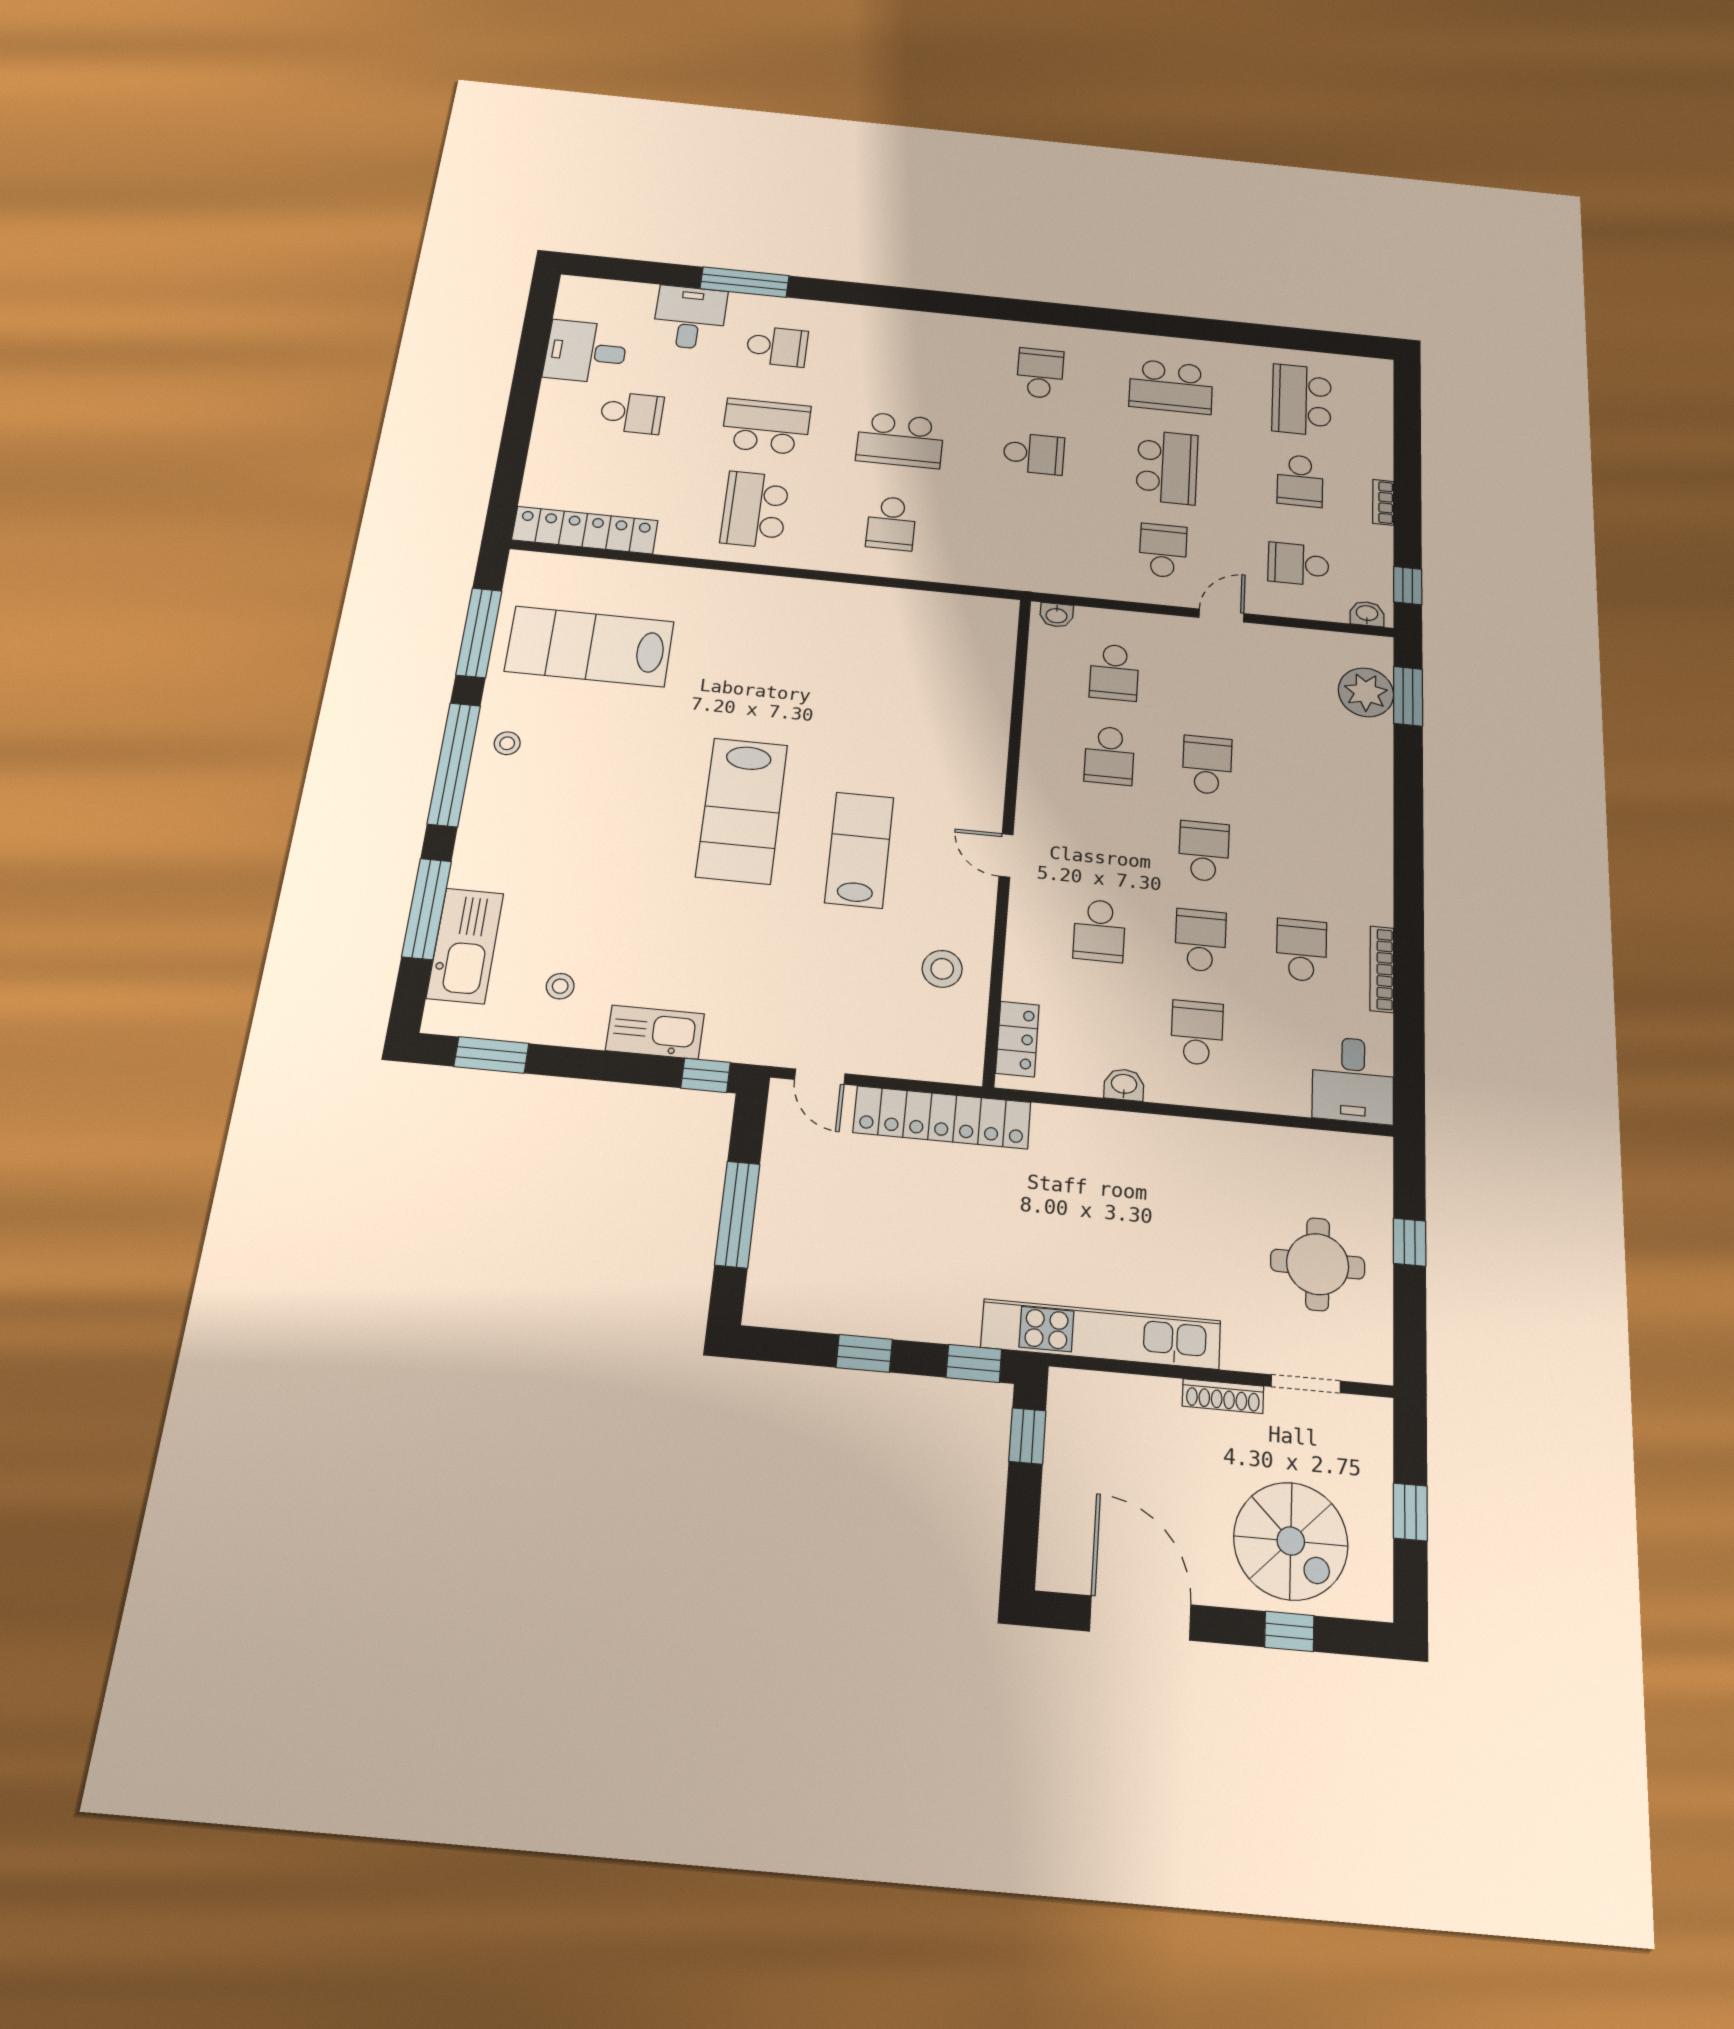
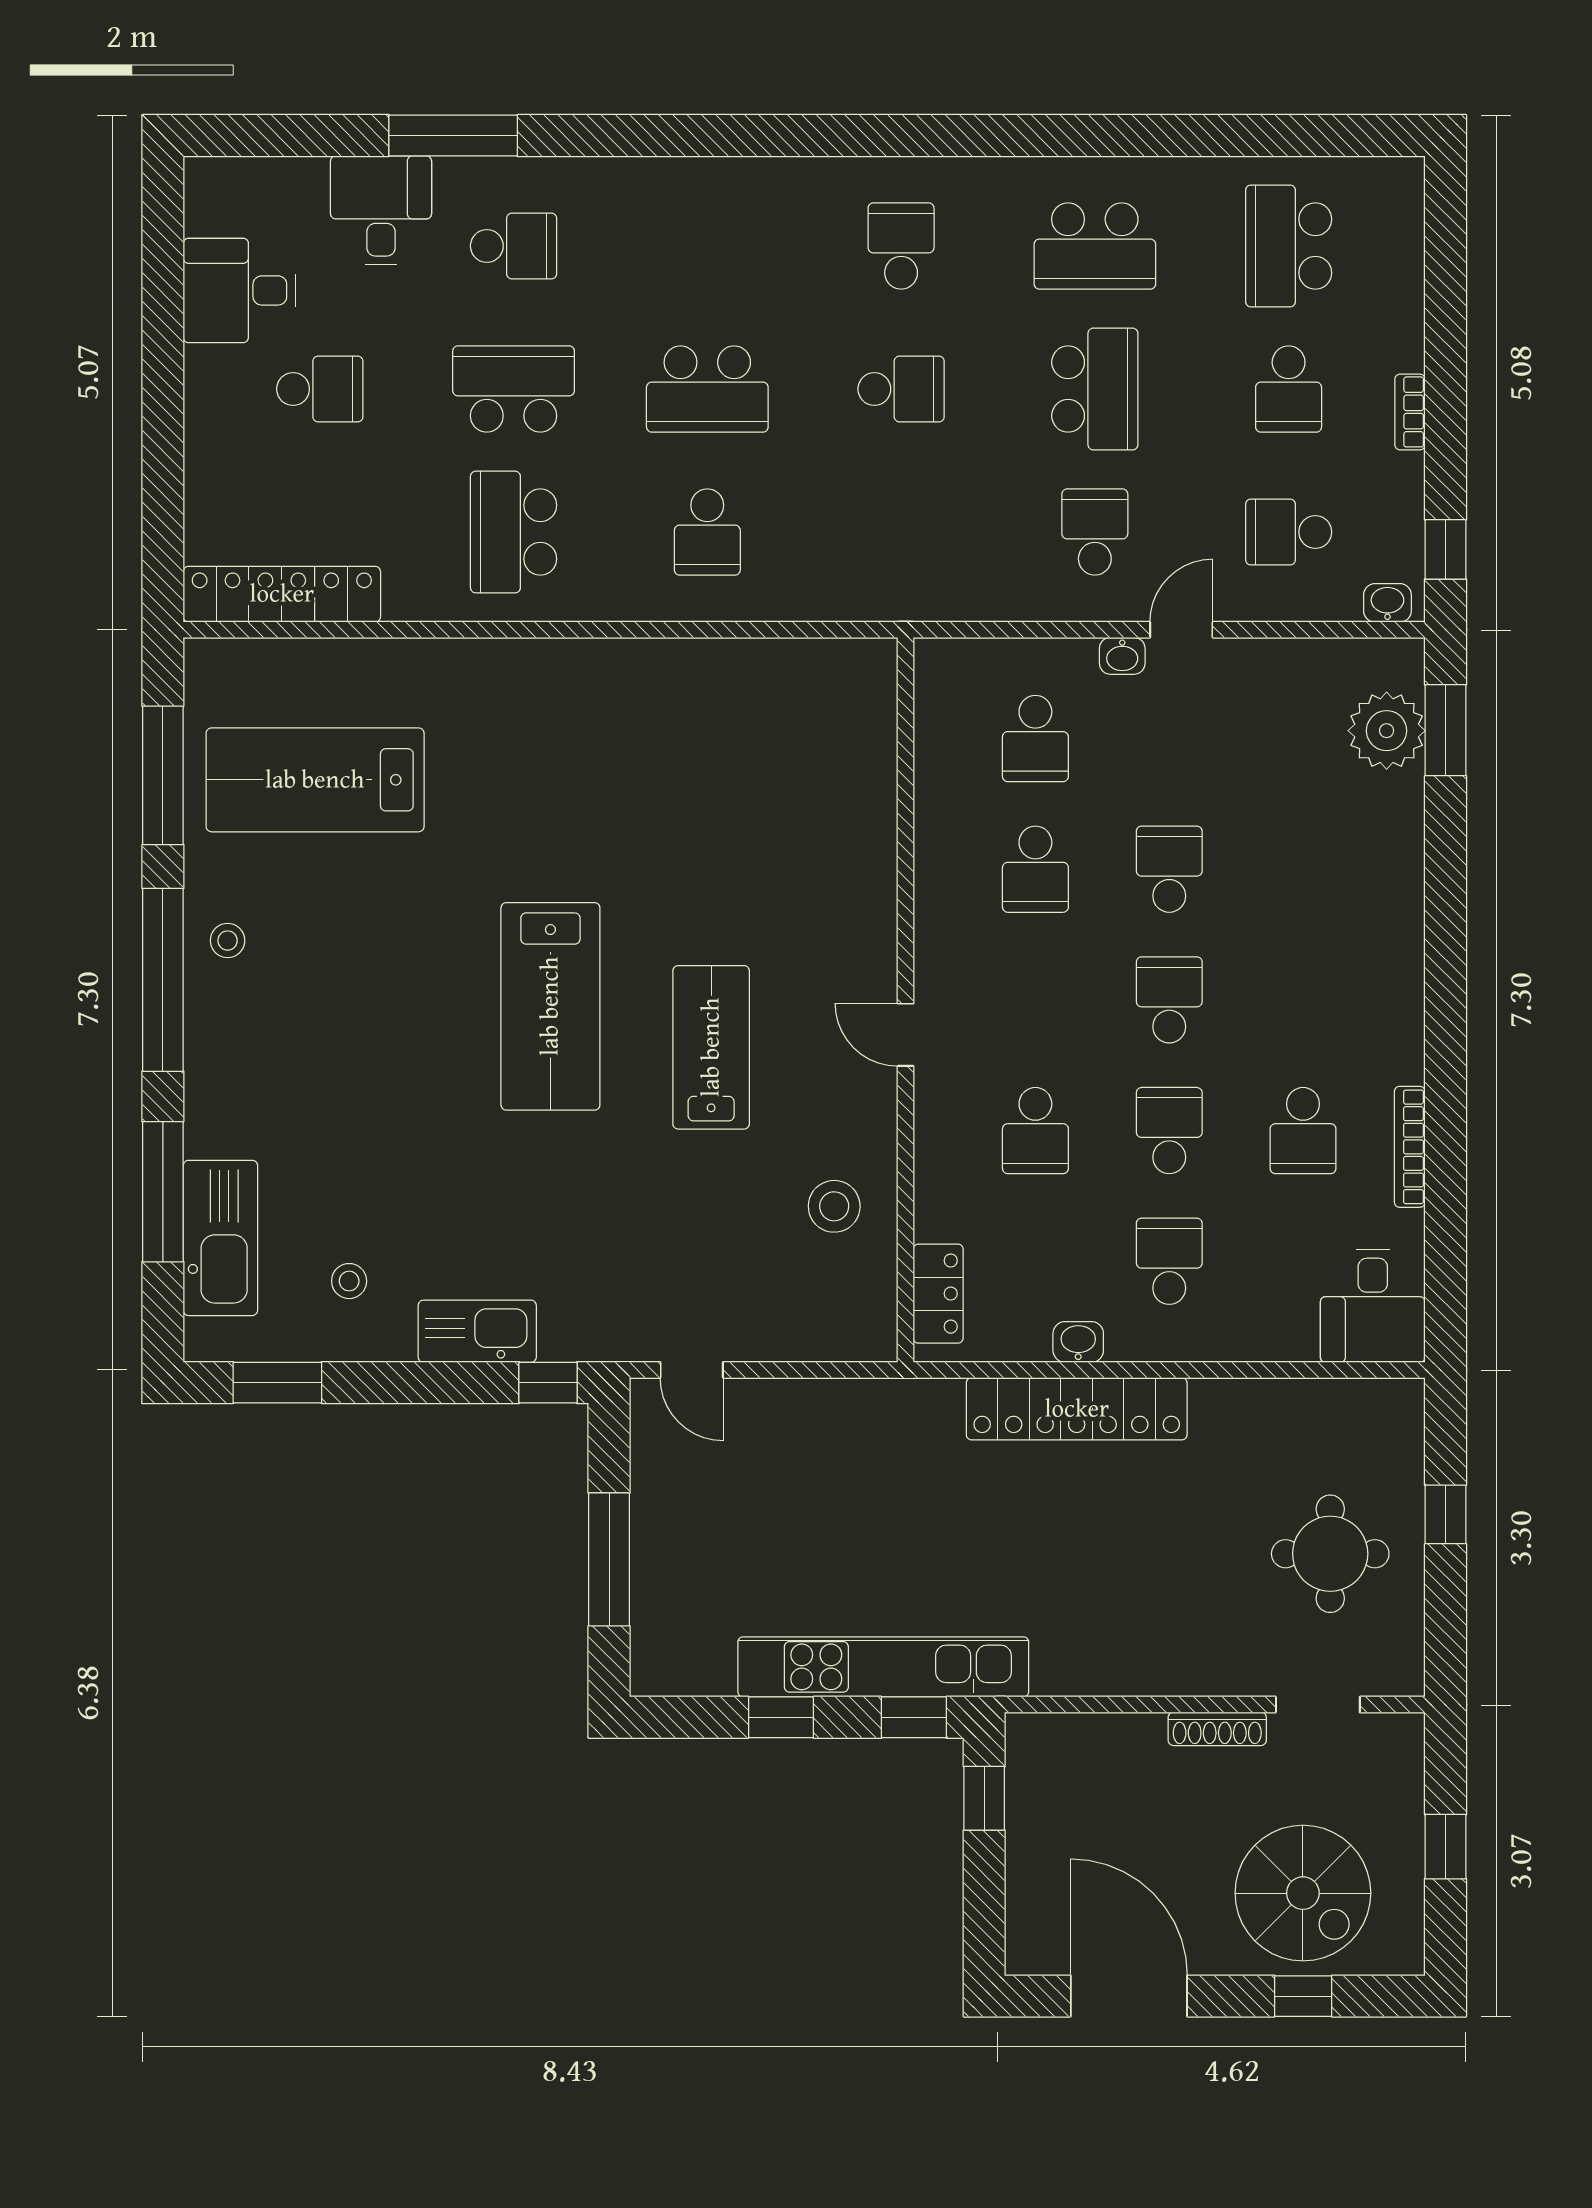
washbasin: (1057, 615) -> (1122, 656), moved
school desk: (1301, 950) -> (1303, 1131), turned 180
locker: (942, 1117) -> (1077, 1409), moved
kitchen unit: (1101, 1334) -> (883, 1667), moved

